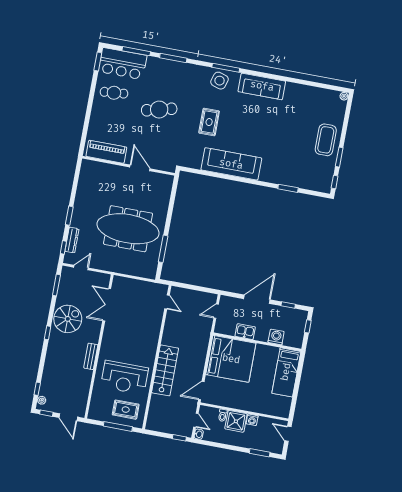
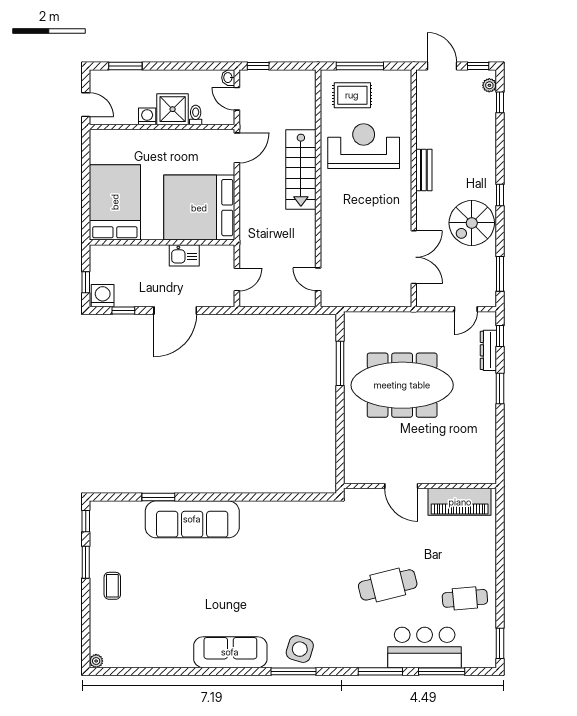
bar counter: (123, 64) -> (425, 647), moved
rug: (209, 122) -> (304, 580), removed
coffee table: (326, 140) -> (112, 586), width x0.54, depth x0.58
sofa: (231, 164) -> (192, 519), moved
washing machine: (276, 337) -> (103, 296), moved, turned 180
bed: (286, 372) -> (115, 202), width x1.50

